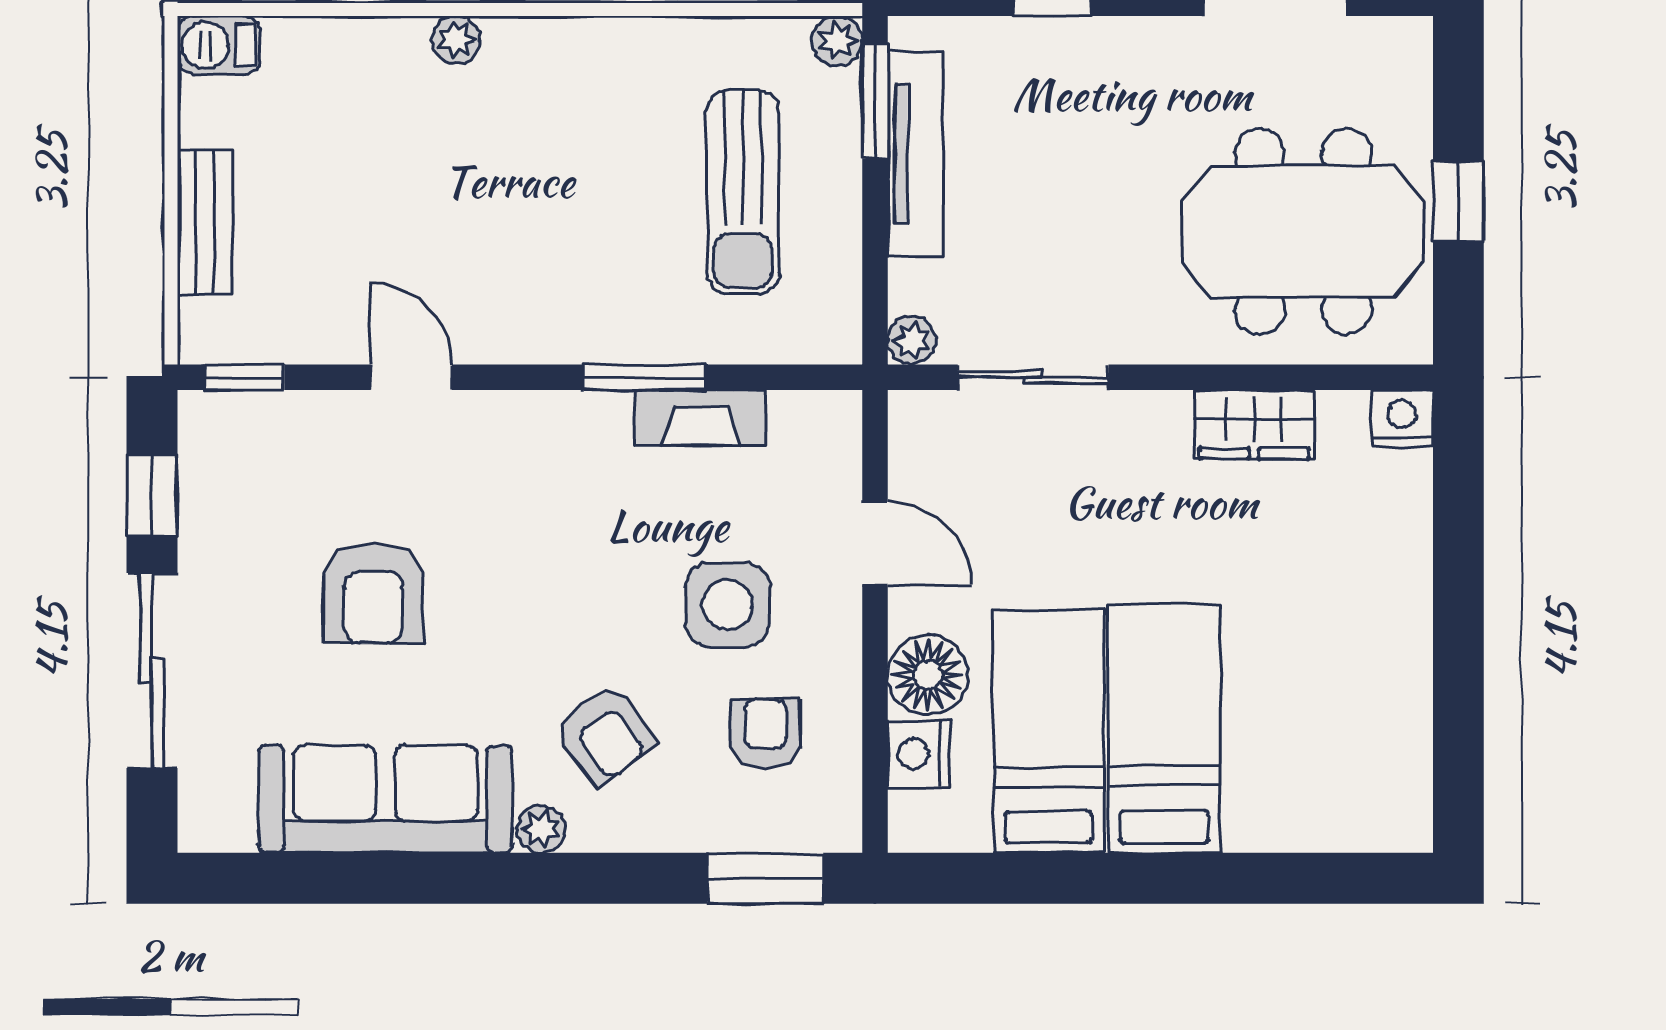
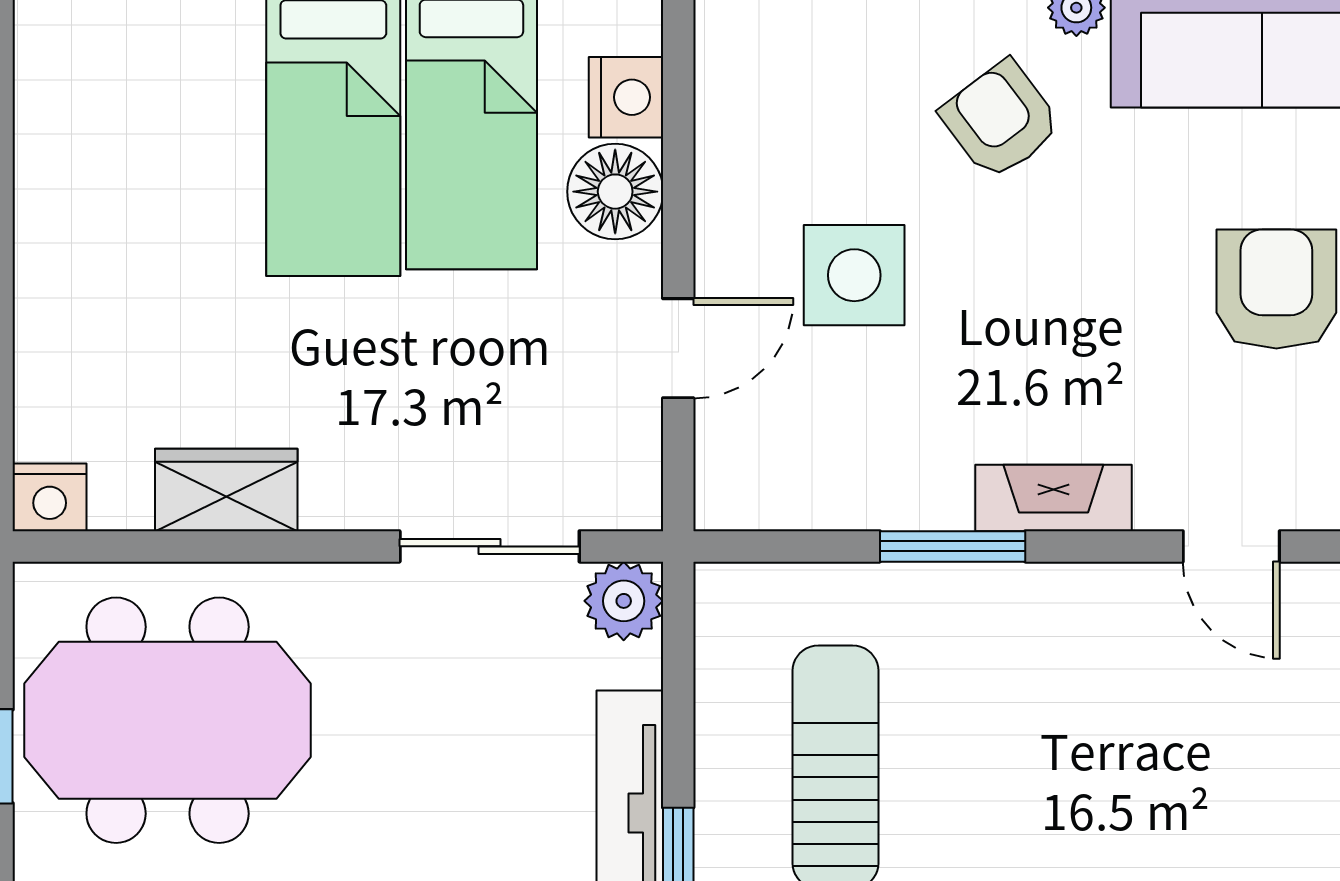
plant: (912, 341) -> (624, 601), width x1.38, depth x1.38
fireplace: (701, 418) -> (1053, 498), moved
door: (875, 543) -> (678, 348), swing flipped
armchair: (765, 734) -> (809, 122), removed

